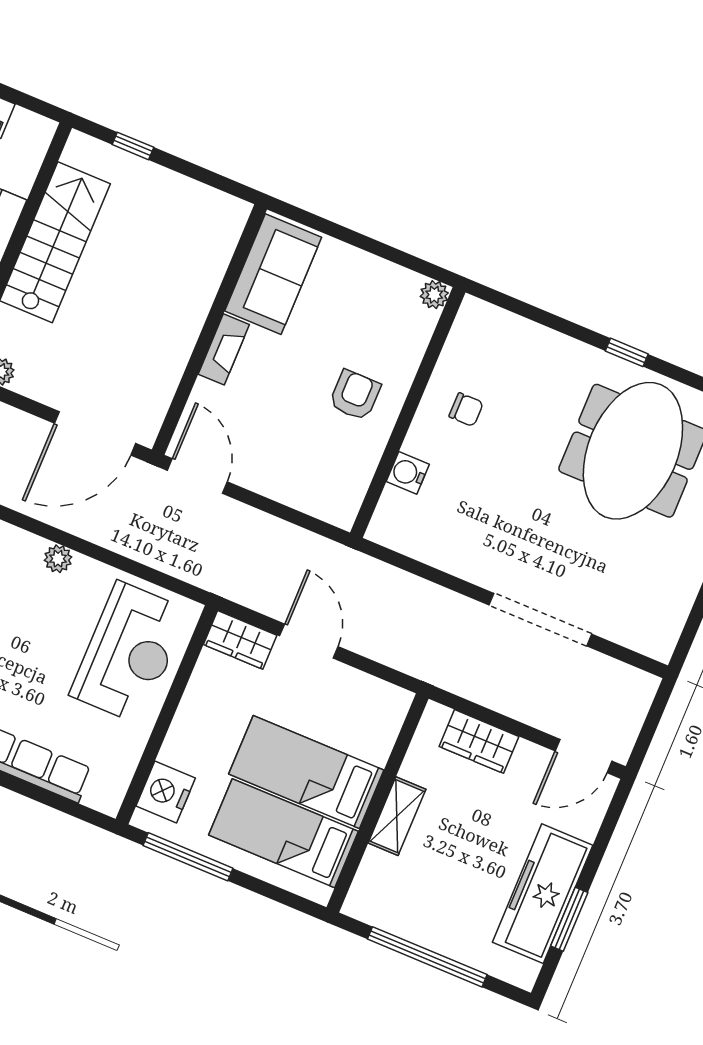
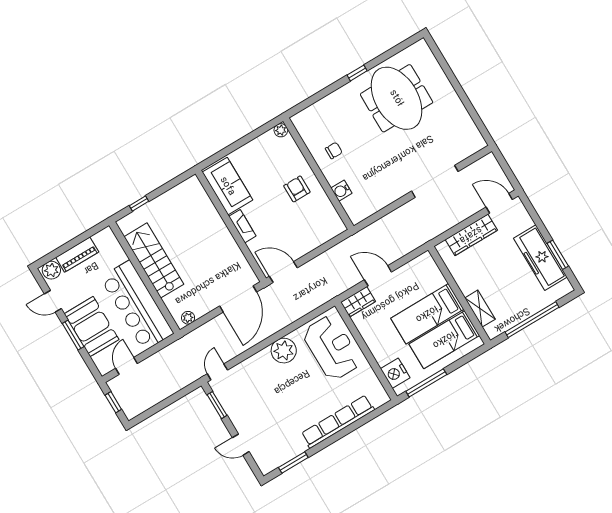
plant: (58, 559) -> (284, 351), width x1.87, depth x1.87
wardrobe: (479, 741) -> (471, 235), width x1.50
door: (583, 756) -> (499, 203), swing flipped
shelving: (397, 816) -> (480, 309), moved

